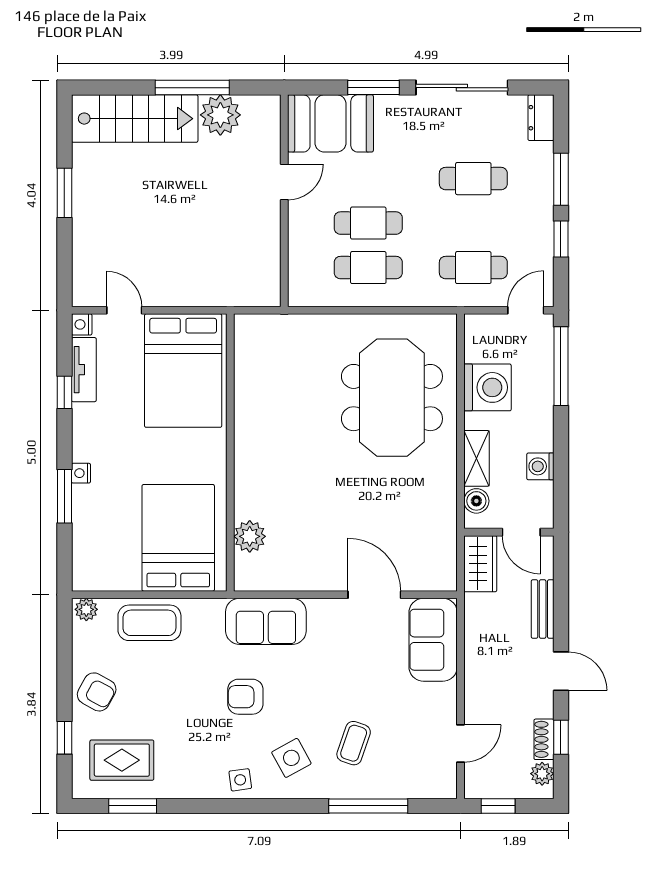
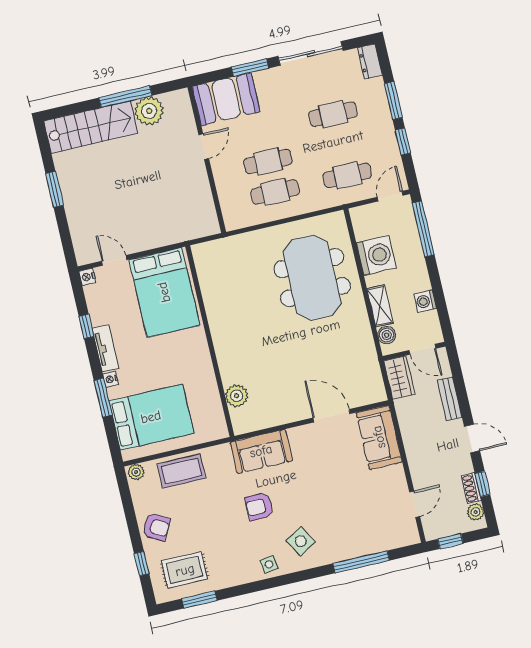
tv unit: (84, 370) -> (105, 348), moved
bed: (178, 538) -> (151, 417), moved, turned 90
coffee table: (354, 743) -> (341, 521), removed

